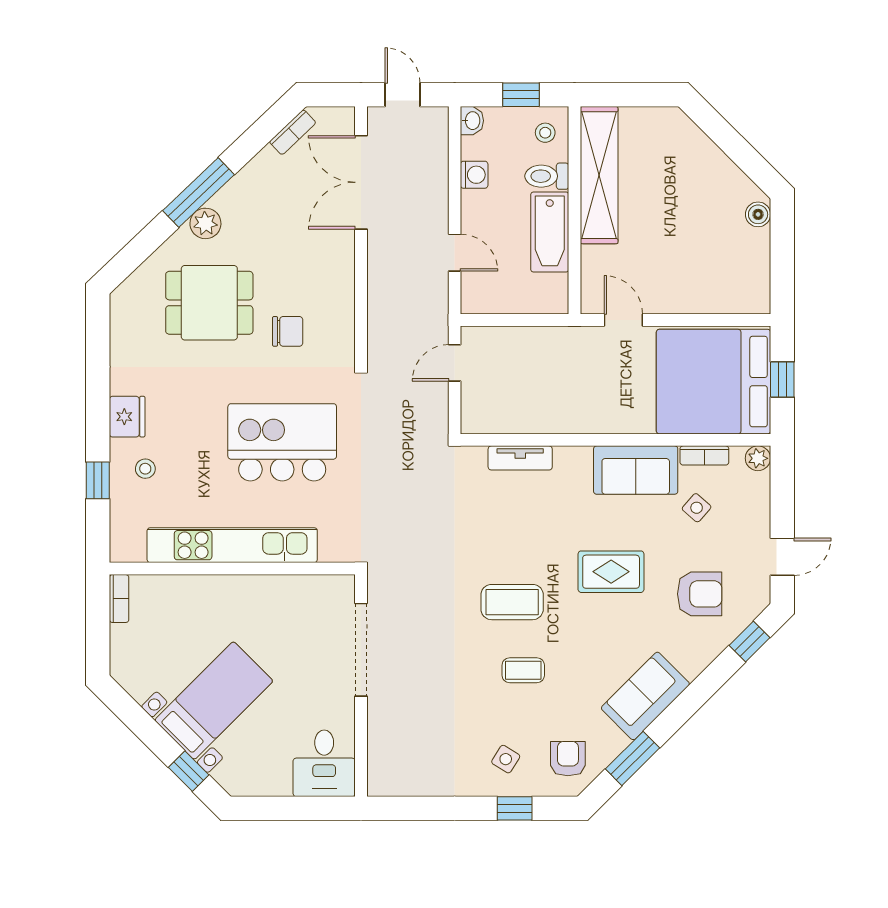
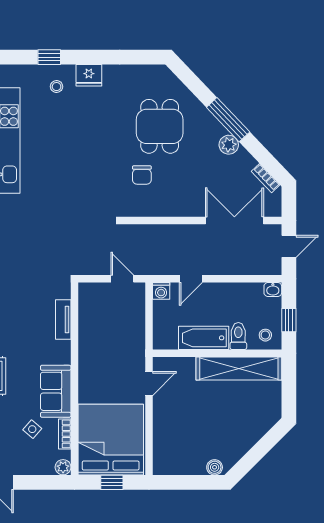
washing machine: (474, 175) -> (161, 291), moved
plant: (205, 223) -> (229, 145), moved
kitchen island: (282, 442) -> (73, 172), removed

